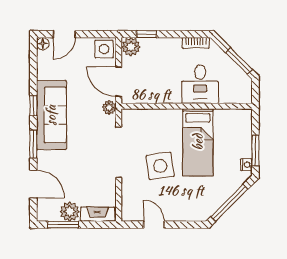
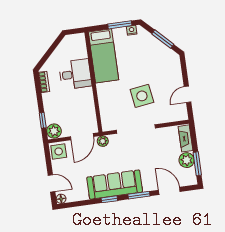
window: (239, 61) -> (53, 47), removed
bed: (198, 142) -> (103, 56), moved, turned 90
door: (33, 184) -> (169, 191), hinge flipped
window: (229, 203) -> (163, 39), width x0.69

